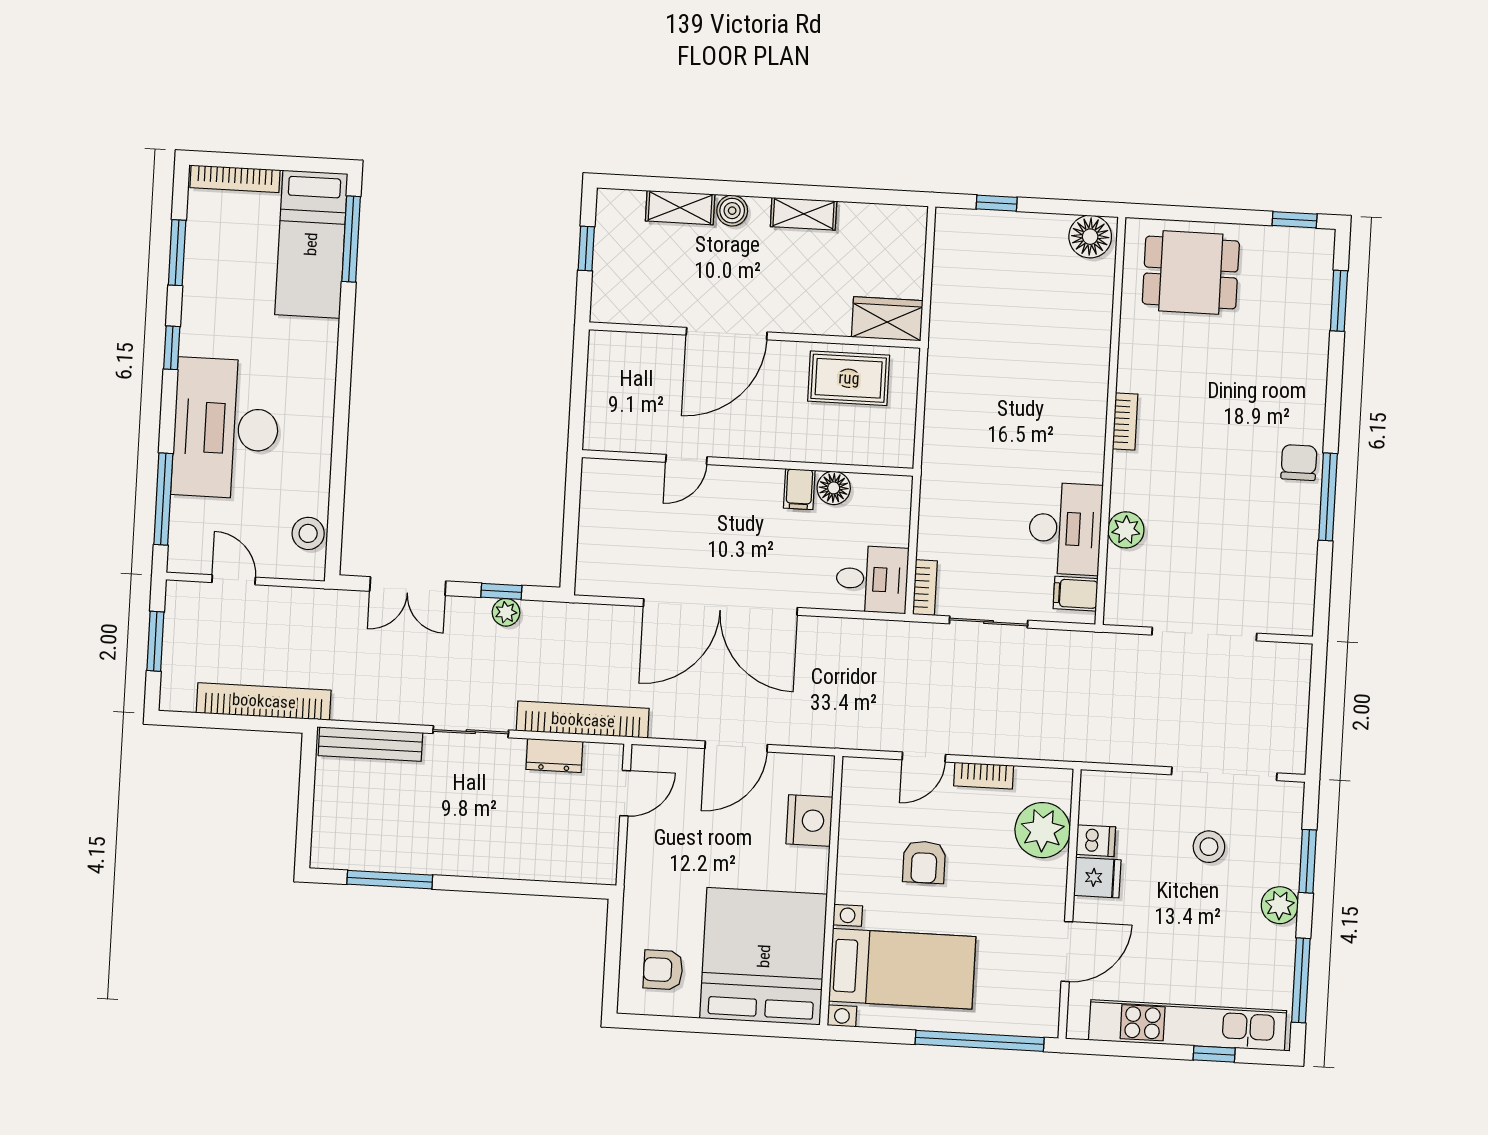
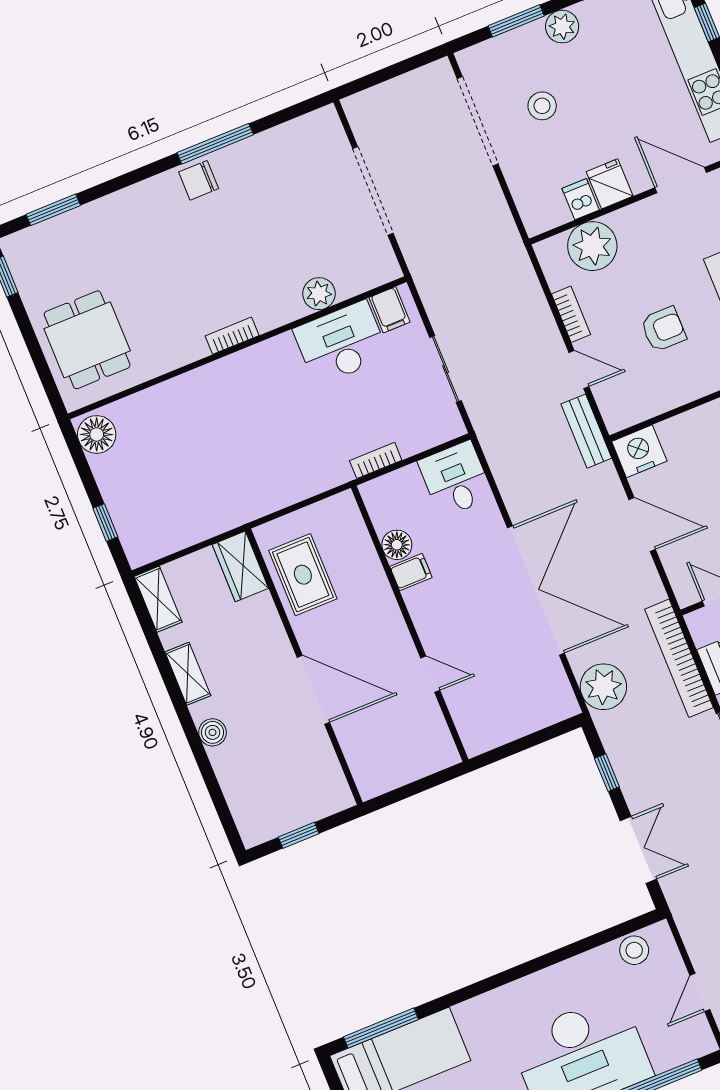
shelving: (680, 208) -> (158, 599), moved
bookcase: (925, 588) -> (376, 460), moved
plant: (506, 612) -> (603, 687), moved, width x1.88, depth x1.88
bench: (858, 735) -> (586, 431), added
nightstand: (809, 820) -> (639, 451), moved

